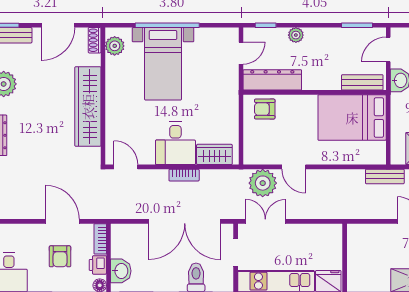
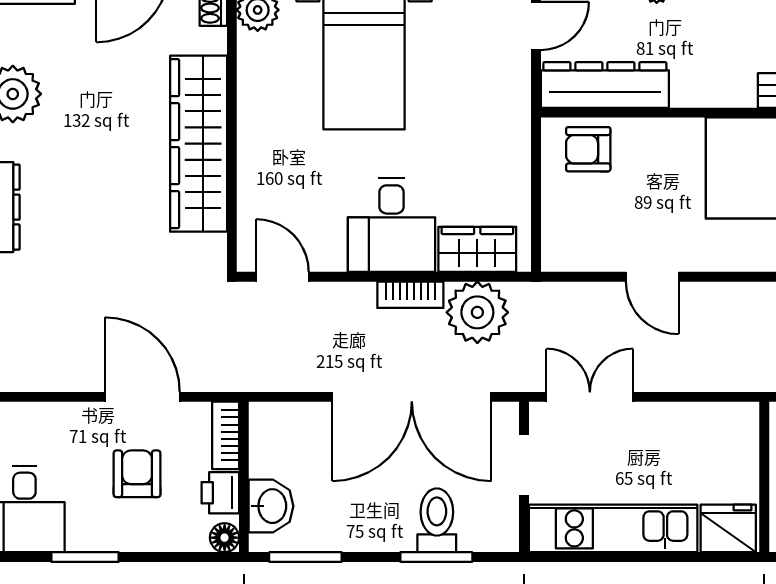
plant: (263, 183) -> (477, 312), moved
armchair: (60, 256) -> (137, 474), turned 180

